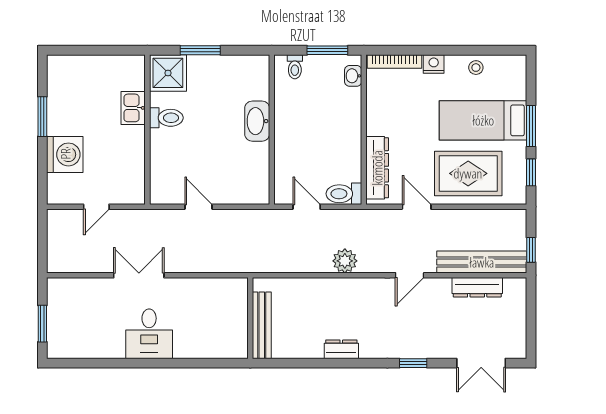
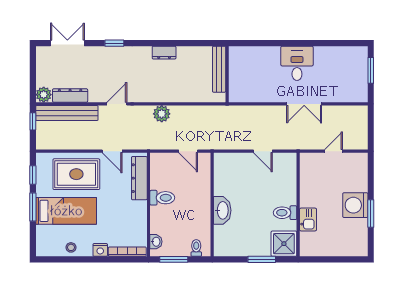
washing machine: (65, 154) -> (355, 205), moved
toilet: (344, 194) -> (162, 198), moved
plant: (515, 289) -> (44, 95), added

